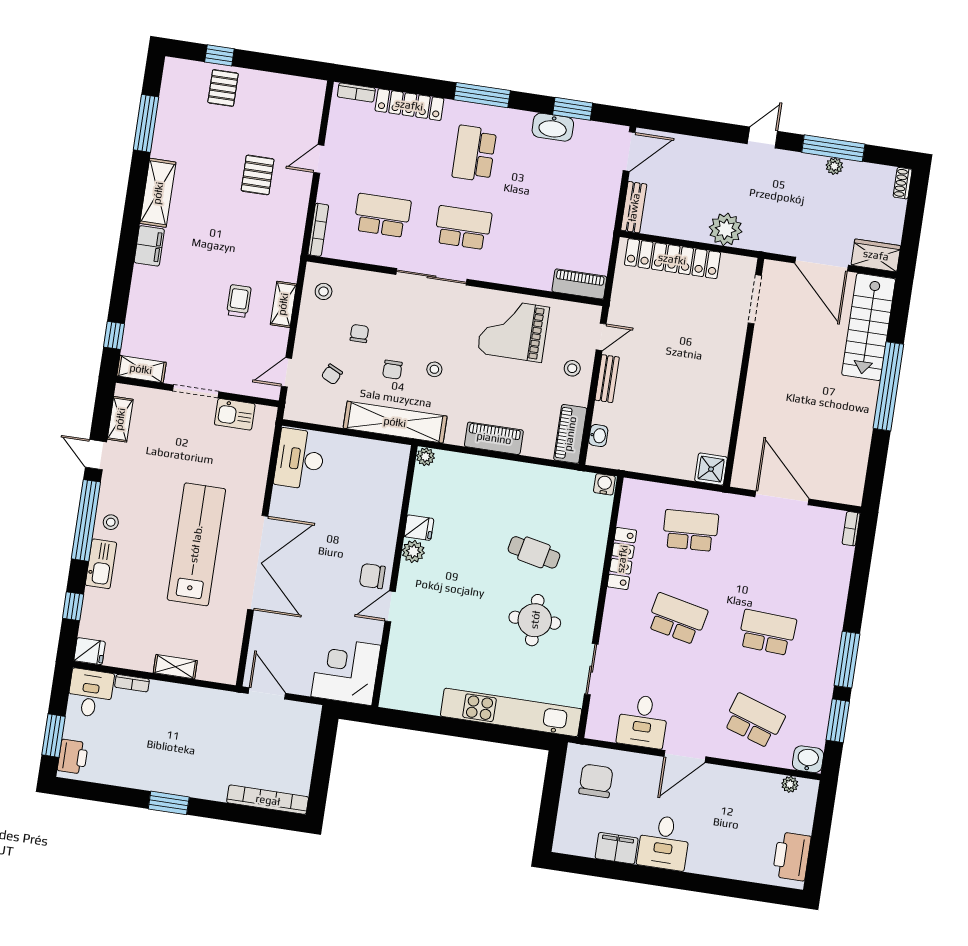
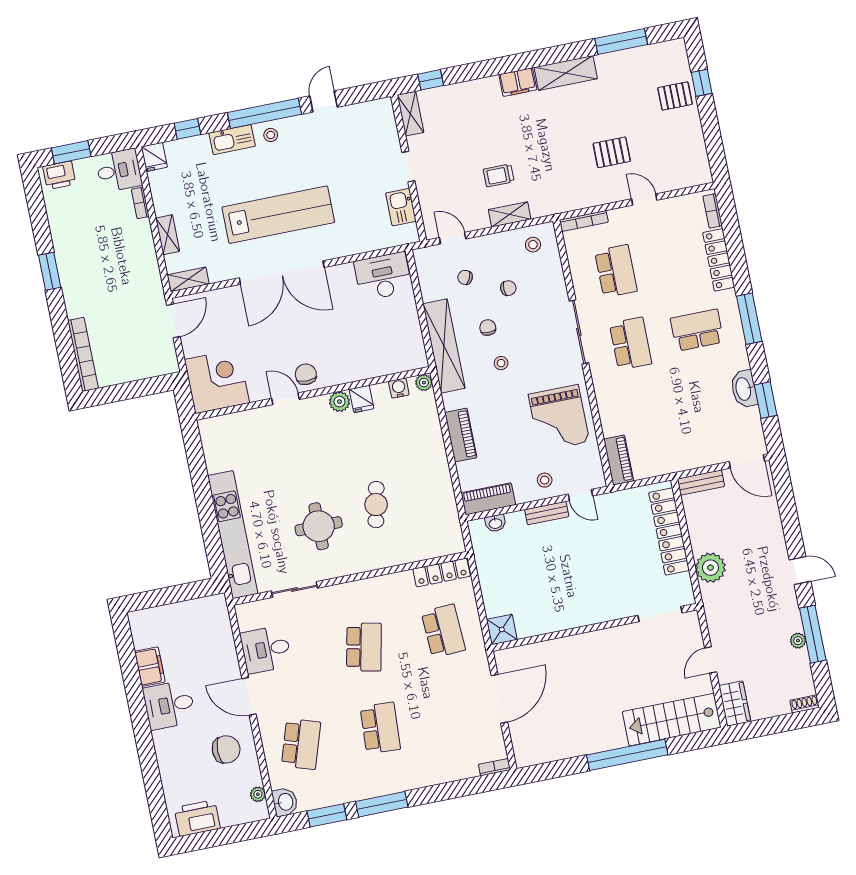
door: (821, 264) -> (711, 660), width x0.53
trolley: (239, 301) -> (499, 175), turned 180
grand piano: (513, 330) -> (559, 418), turned 180
chair: (392, 370) -> (488, 327), turned 90
doorway: (196, 391) -> (408, 167), width x0.73
shelving: (120, 419) -> (188, 279), moved
water cooler: (604, 484) -> (399, 388), moved, turned -90
locker: (622, 559) -> (442, 573), moved
chair: (596, 781) -> (226, 749), moved

